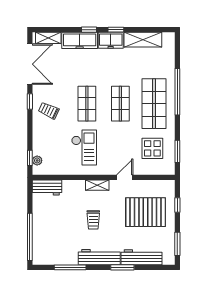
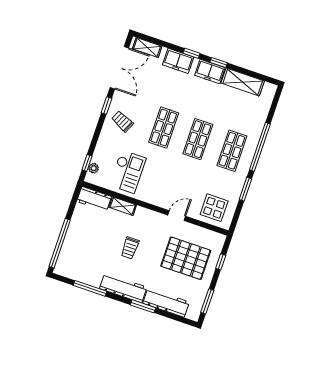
freezer: (80, 40) -> (178, 61), width x0.71
shop shelf: (154, 104) -> (232, 151), width x0.70, depth x0.74
checkout: (84, 148) -> (128, 172), moved
display table: (152, 148) -> (214, 208), moved
window: (177, 151) -> (245, 189), moved
shelving: (97, 185) -> (123, 206), moved

